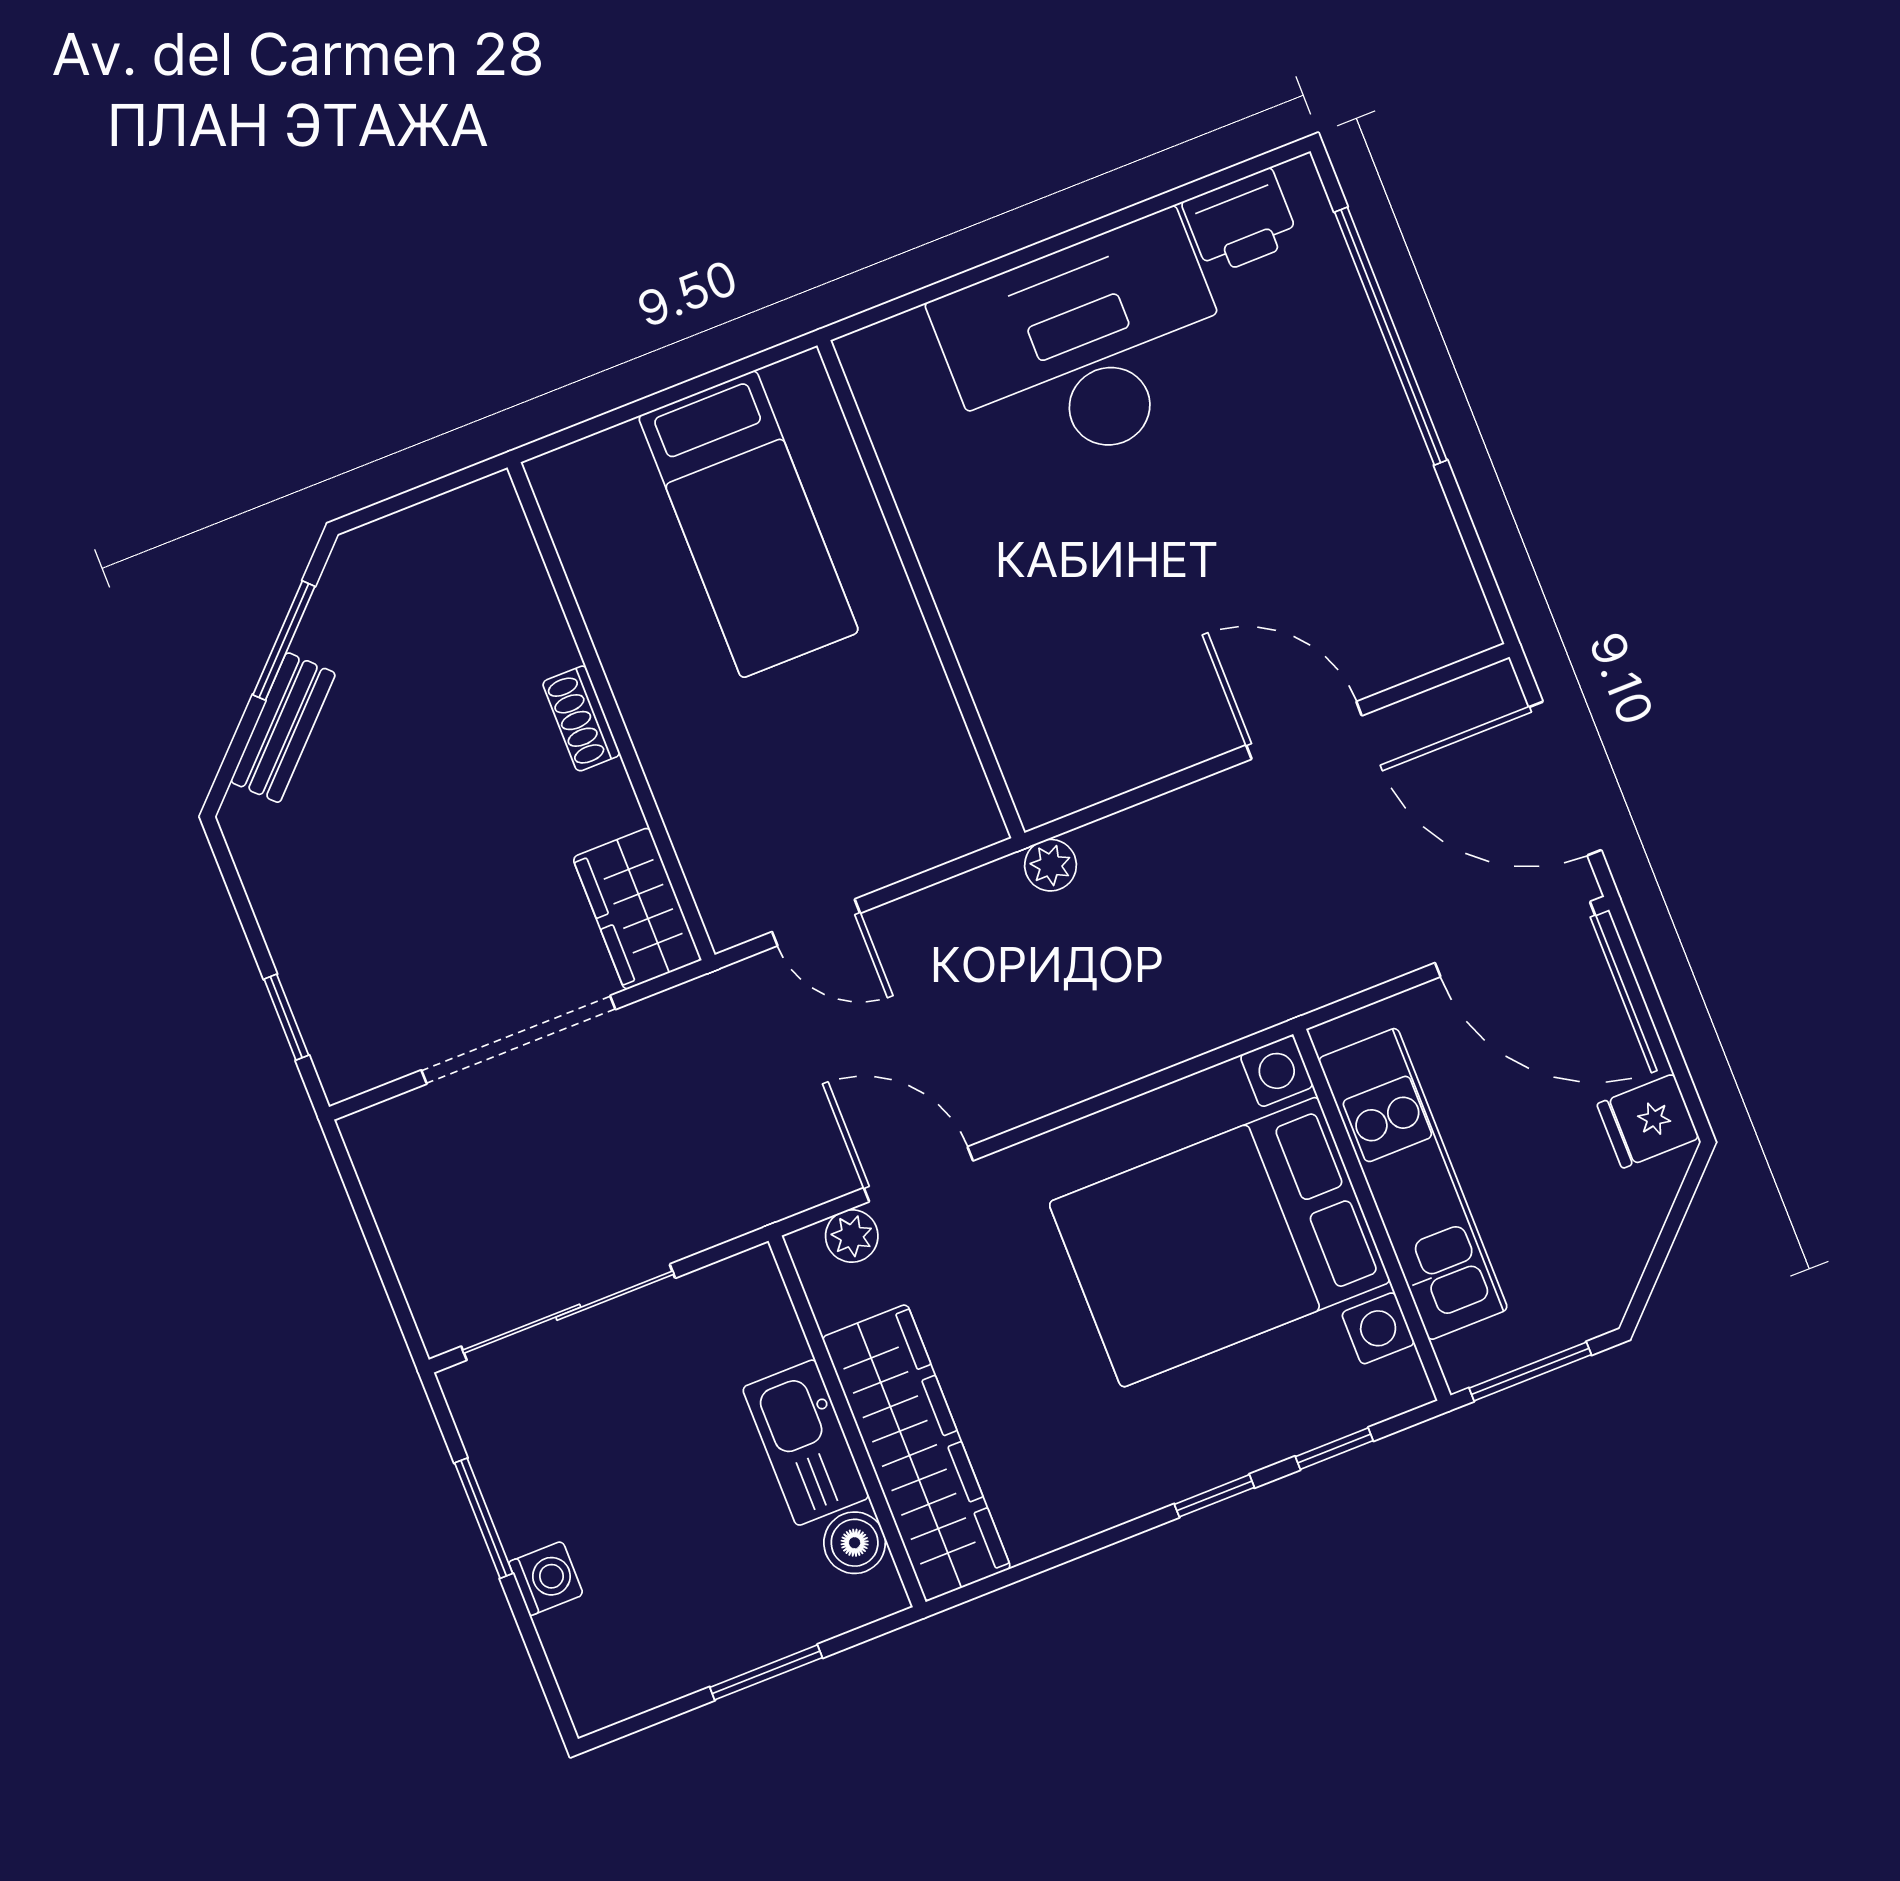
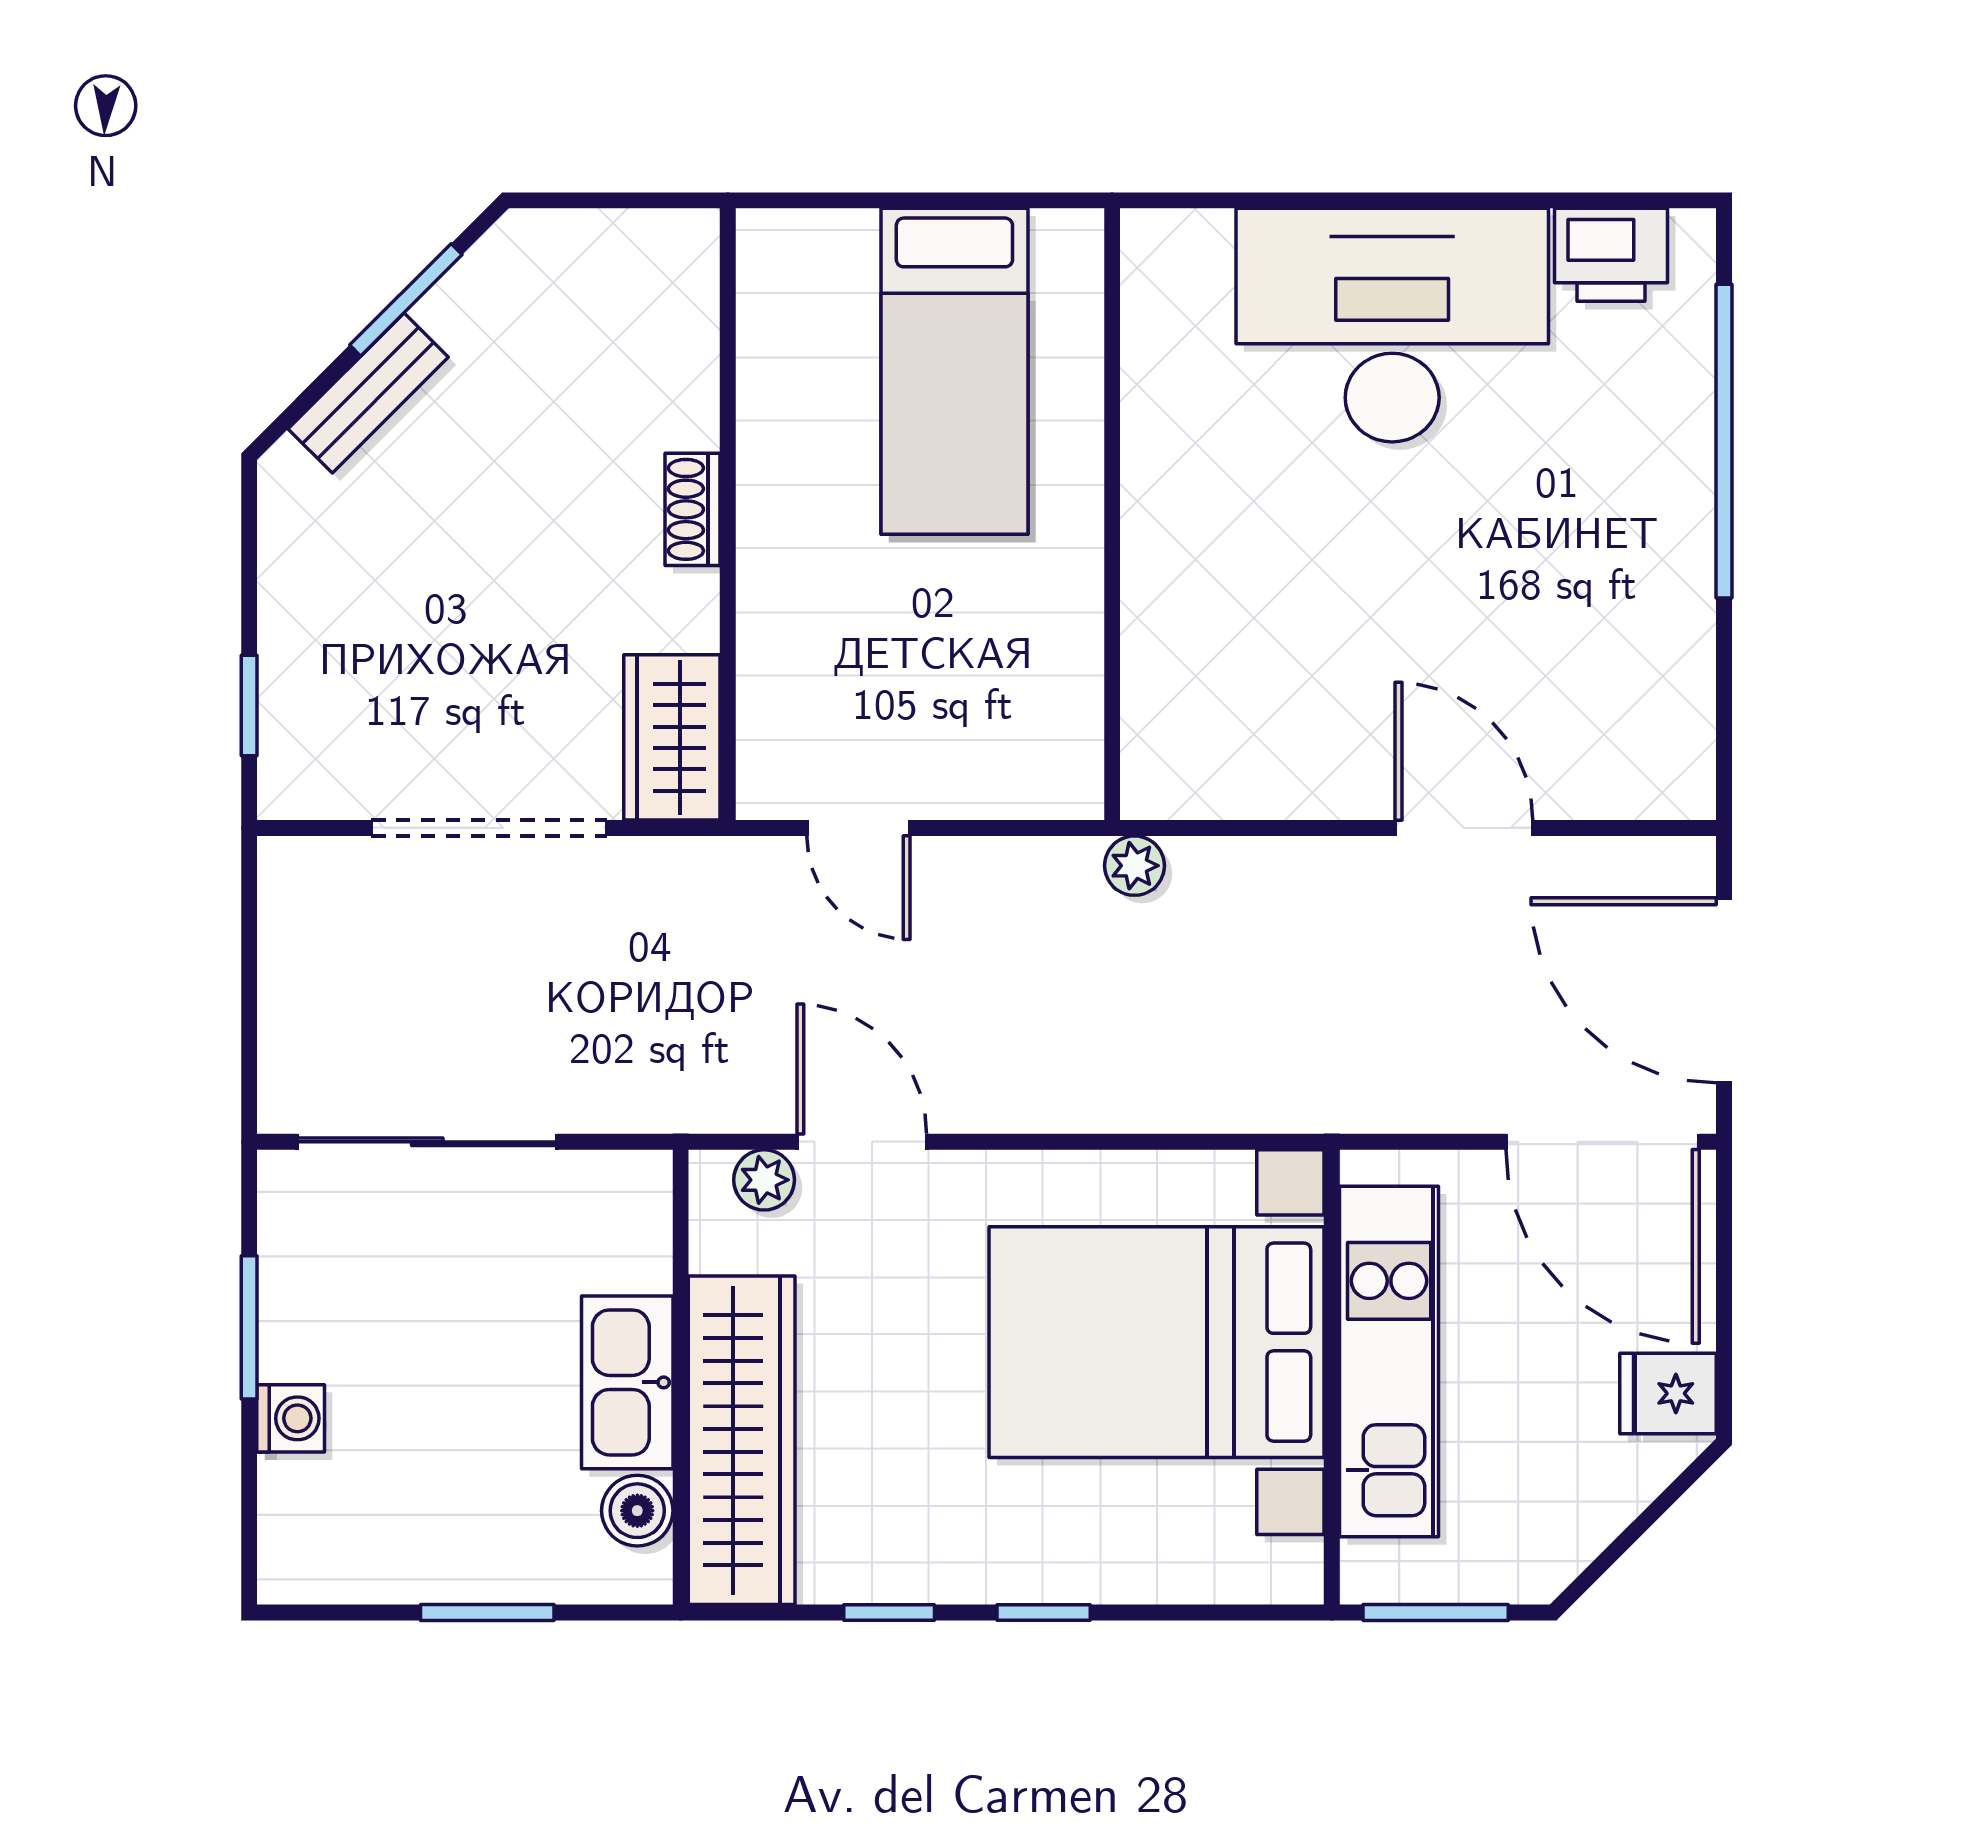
window: (1334, 1449) -> (889, 1613), moved

